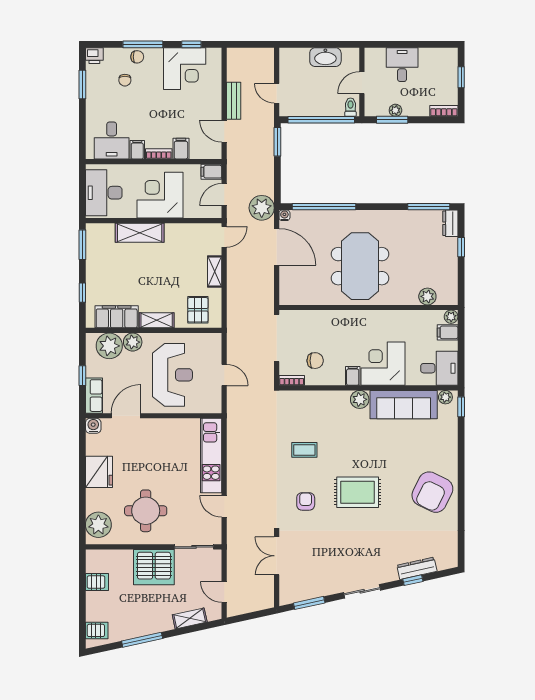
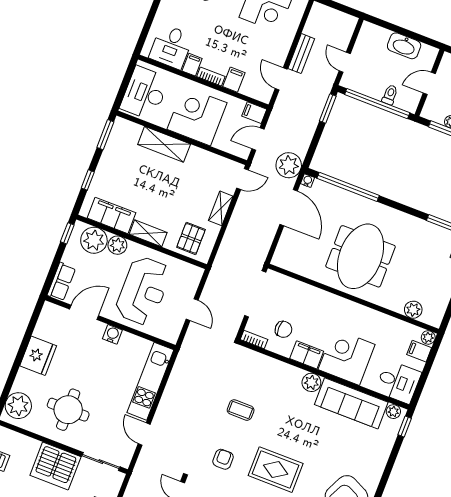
toilet: (350, 107) -> (390, 95), moved
window: (82, 376) -> (67, 233), moved
filing cabinet: (353, 376) -> (307, 355), width x2.00
water cooler: (93, 426) -> (112, 334), moved

